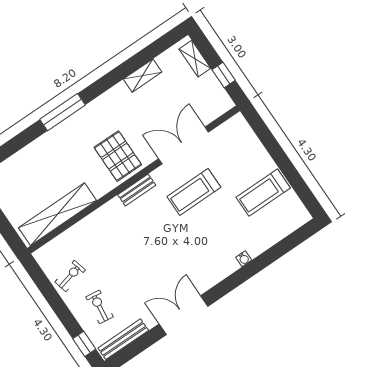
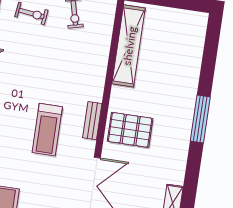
treadmill: (194, 192) -> (47, 130), moved, turned 180

